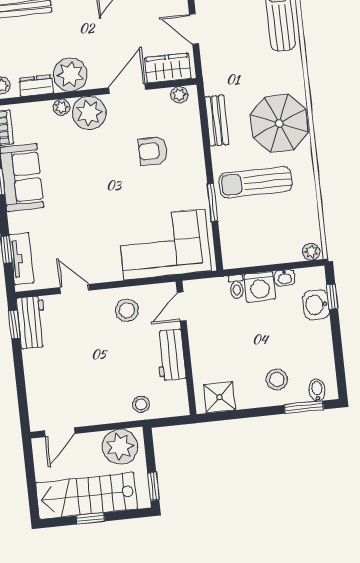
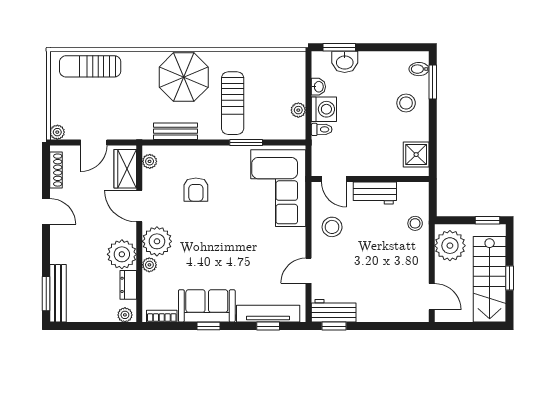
plant: (311, 252) -> (298, 110), moved
tv unit: (22, 259) -> (268, 314), width x1.41
window: (332, 297) -> (339, 47), width x1.50

